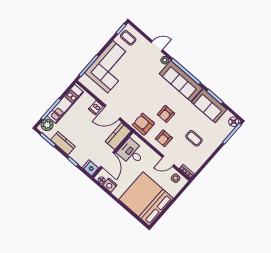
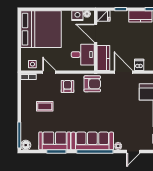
door: (112, 112) -> (123, 72), hinge flipped
armchair: (166, 114) -> (82, 106), removed
door: (168, 161) -> (49, 72), hinge flipped

